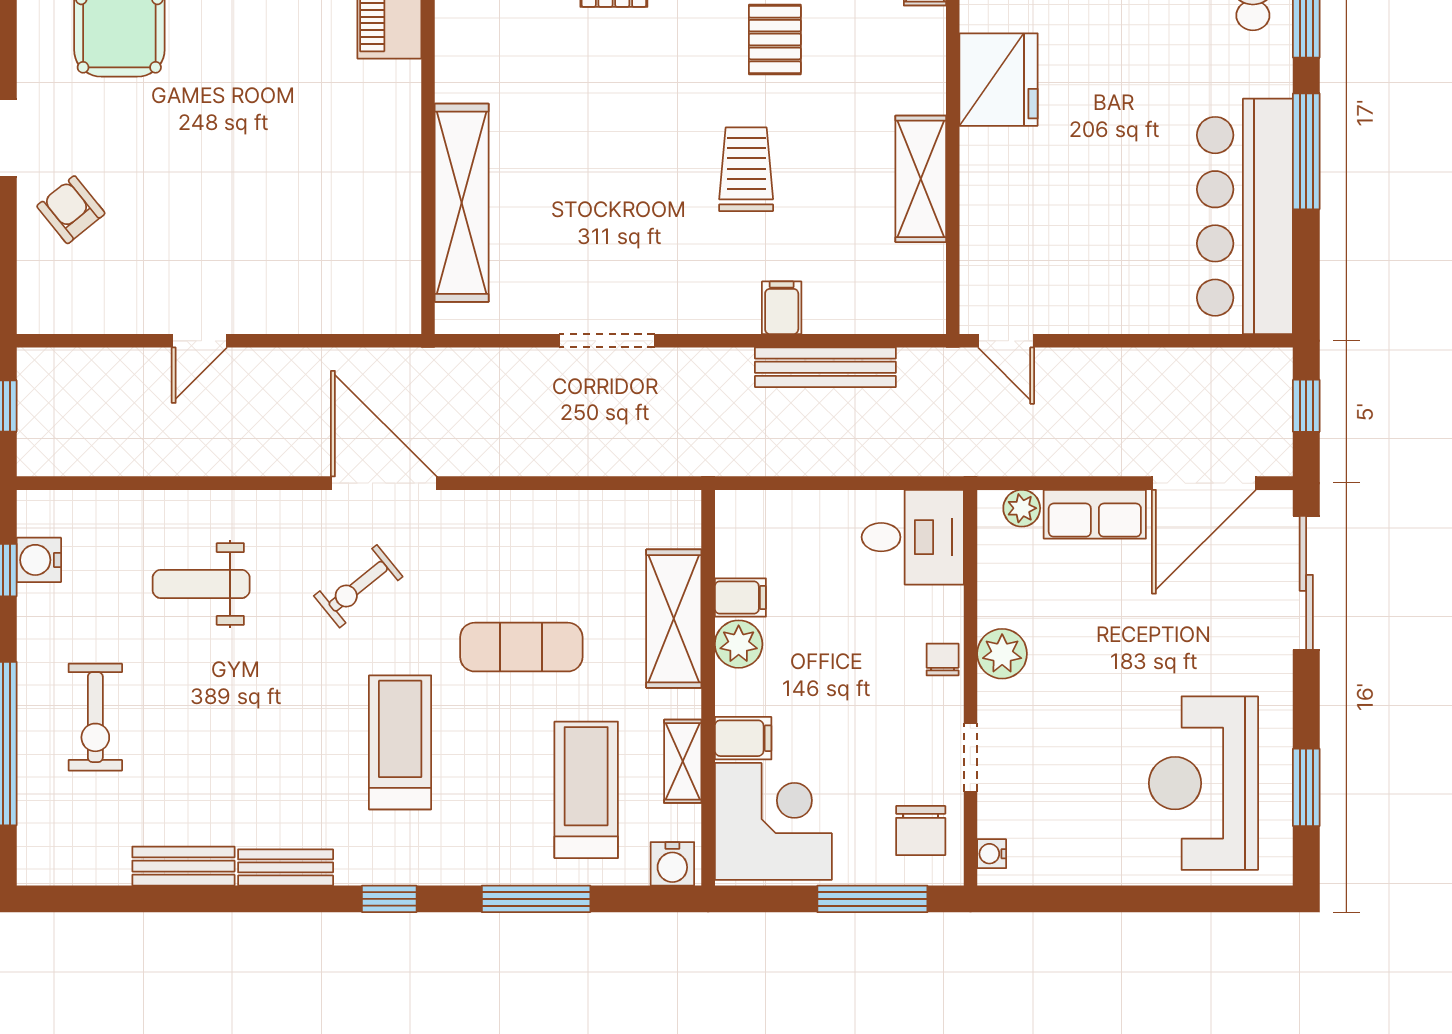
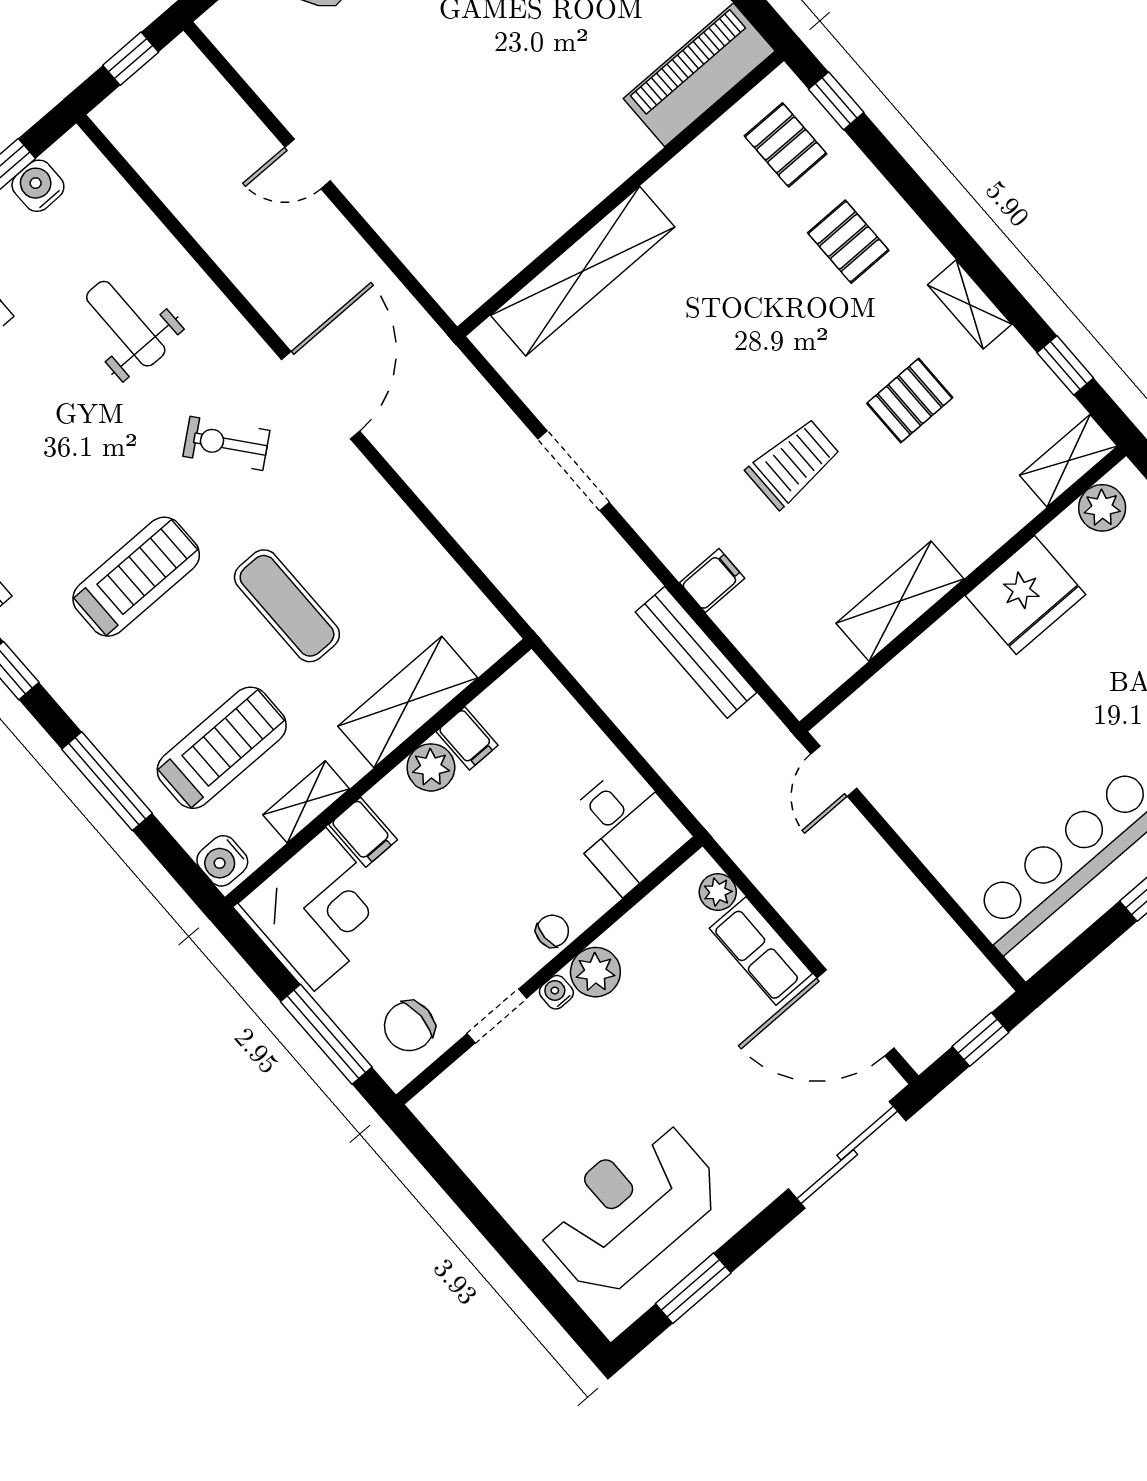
water cooler: (992, 854) -> (556, 992), moved

